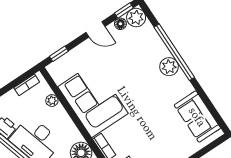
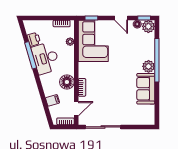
corner sofa: (93, 100) -> (93, 41), moved
sofa: (197, 117) -> (146, 89), moved

